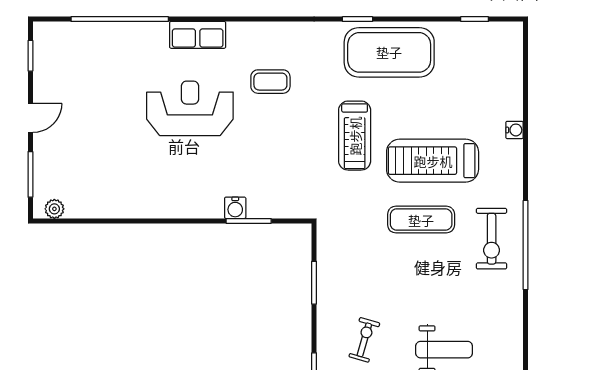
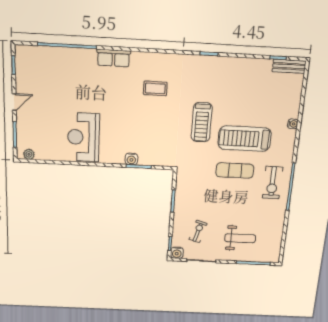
bench: (495, 32) -> (289, 66), added
exercise mat: (389, 52) -> (226, 75), removed
reception desk: (190, 108) -> (83, 137), moved, turned -90

